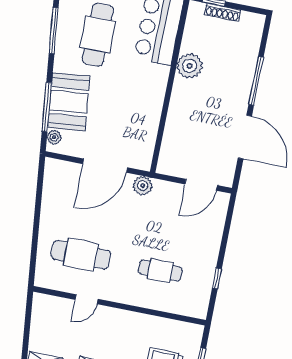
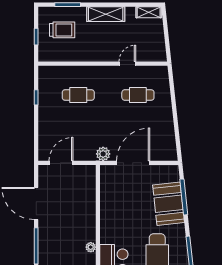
plant: (190, 66) -> (91, 247), width x0.53, depth x0.53
plant: (54, 137) -> (174, 176), removed
cafe table: (81, 255) -> (138, 95), width x0.73, depth x0.74

